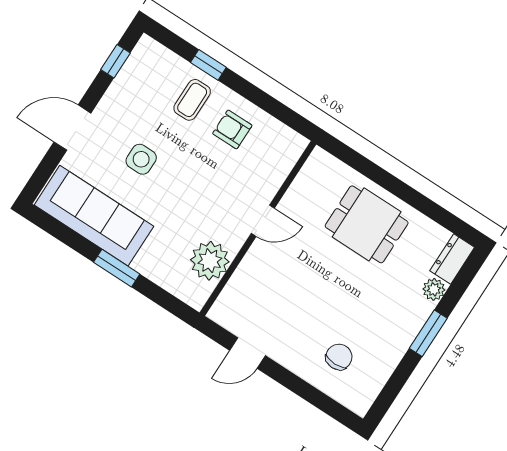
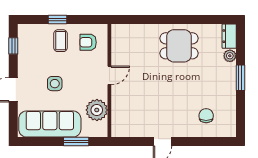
door: (263, 221) -> (109, 75), moved
wall: (258, 228) -> (109, 81), moved
plant: (210, 261) -> (97, 110), moved

